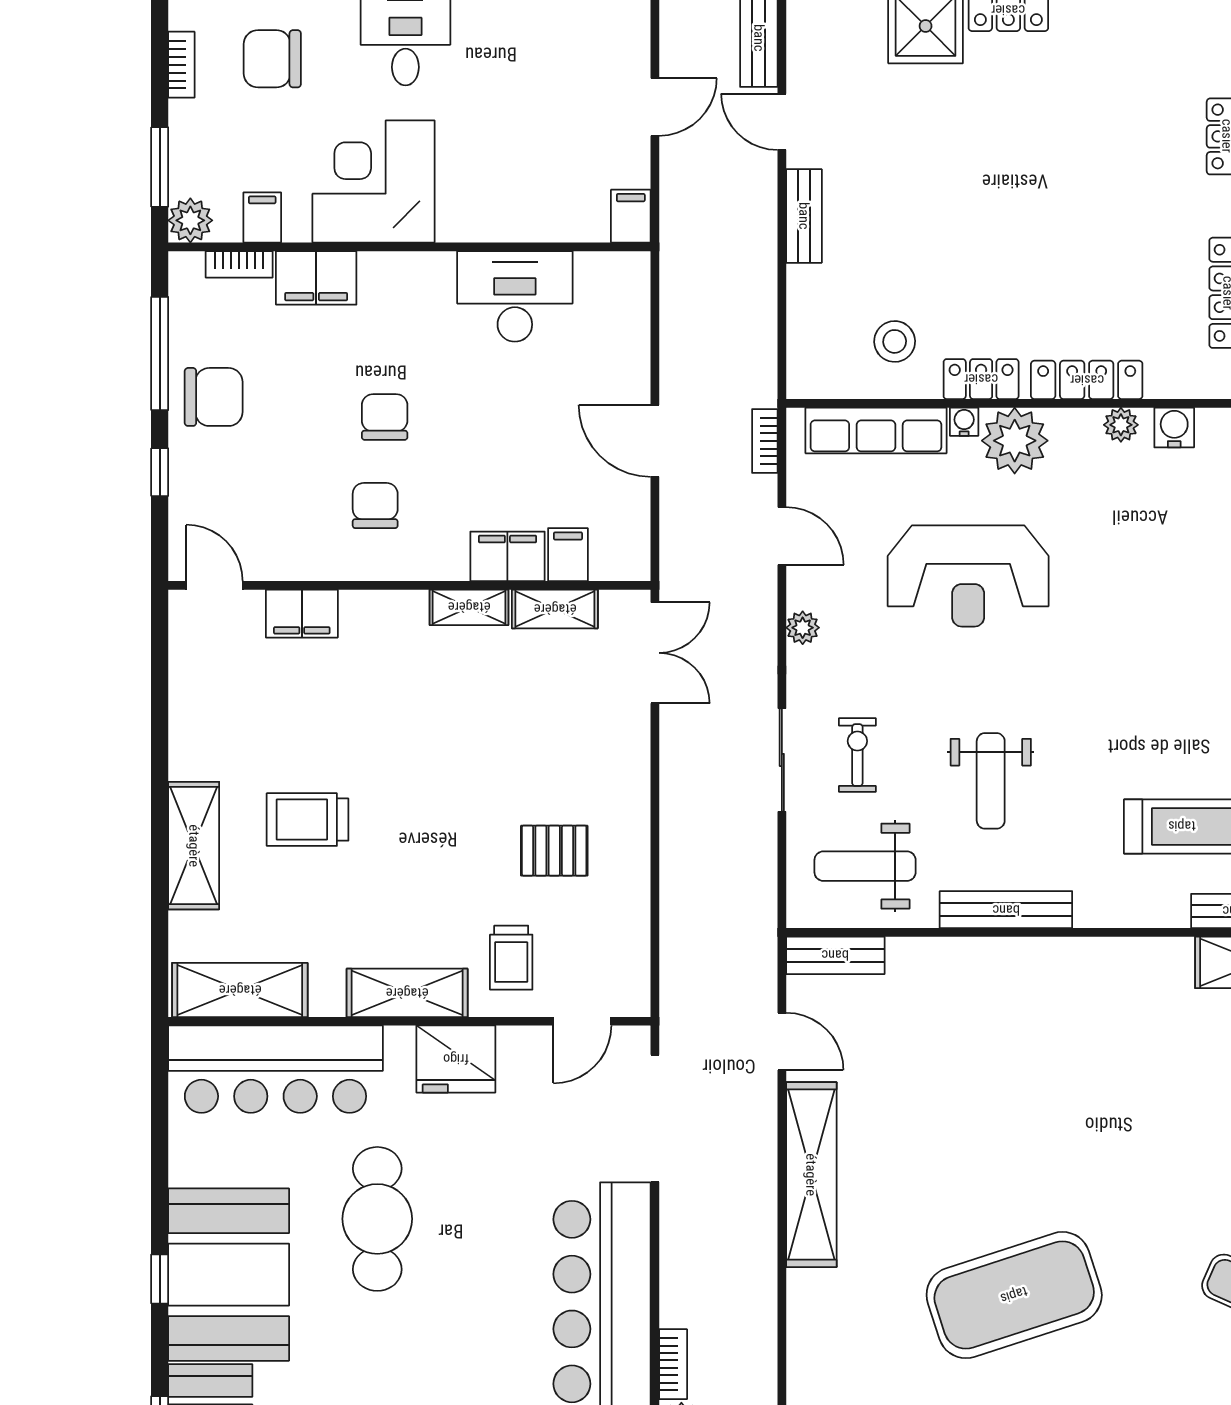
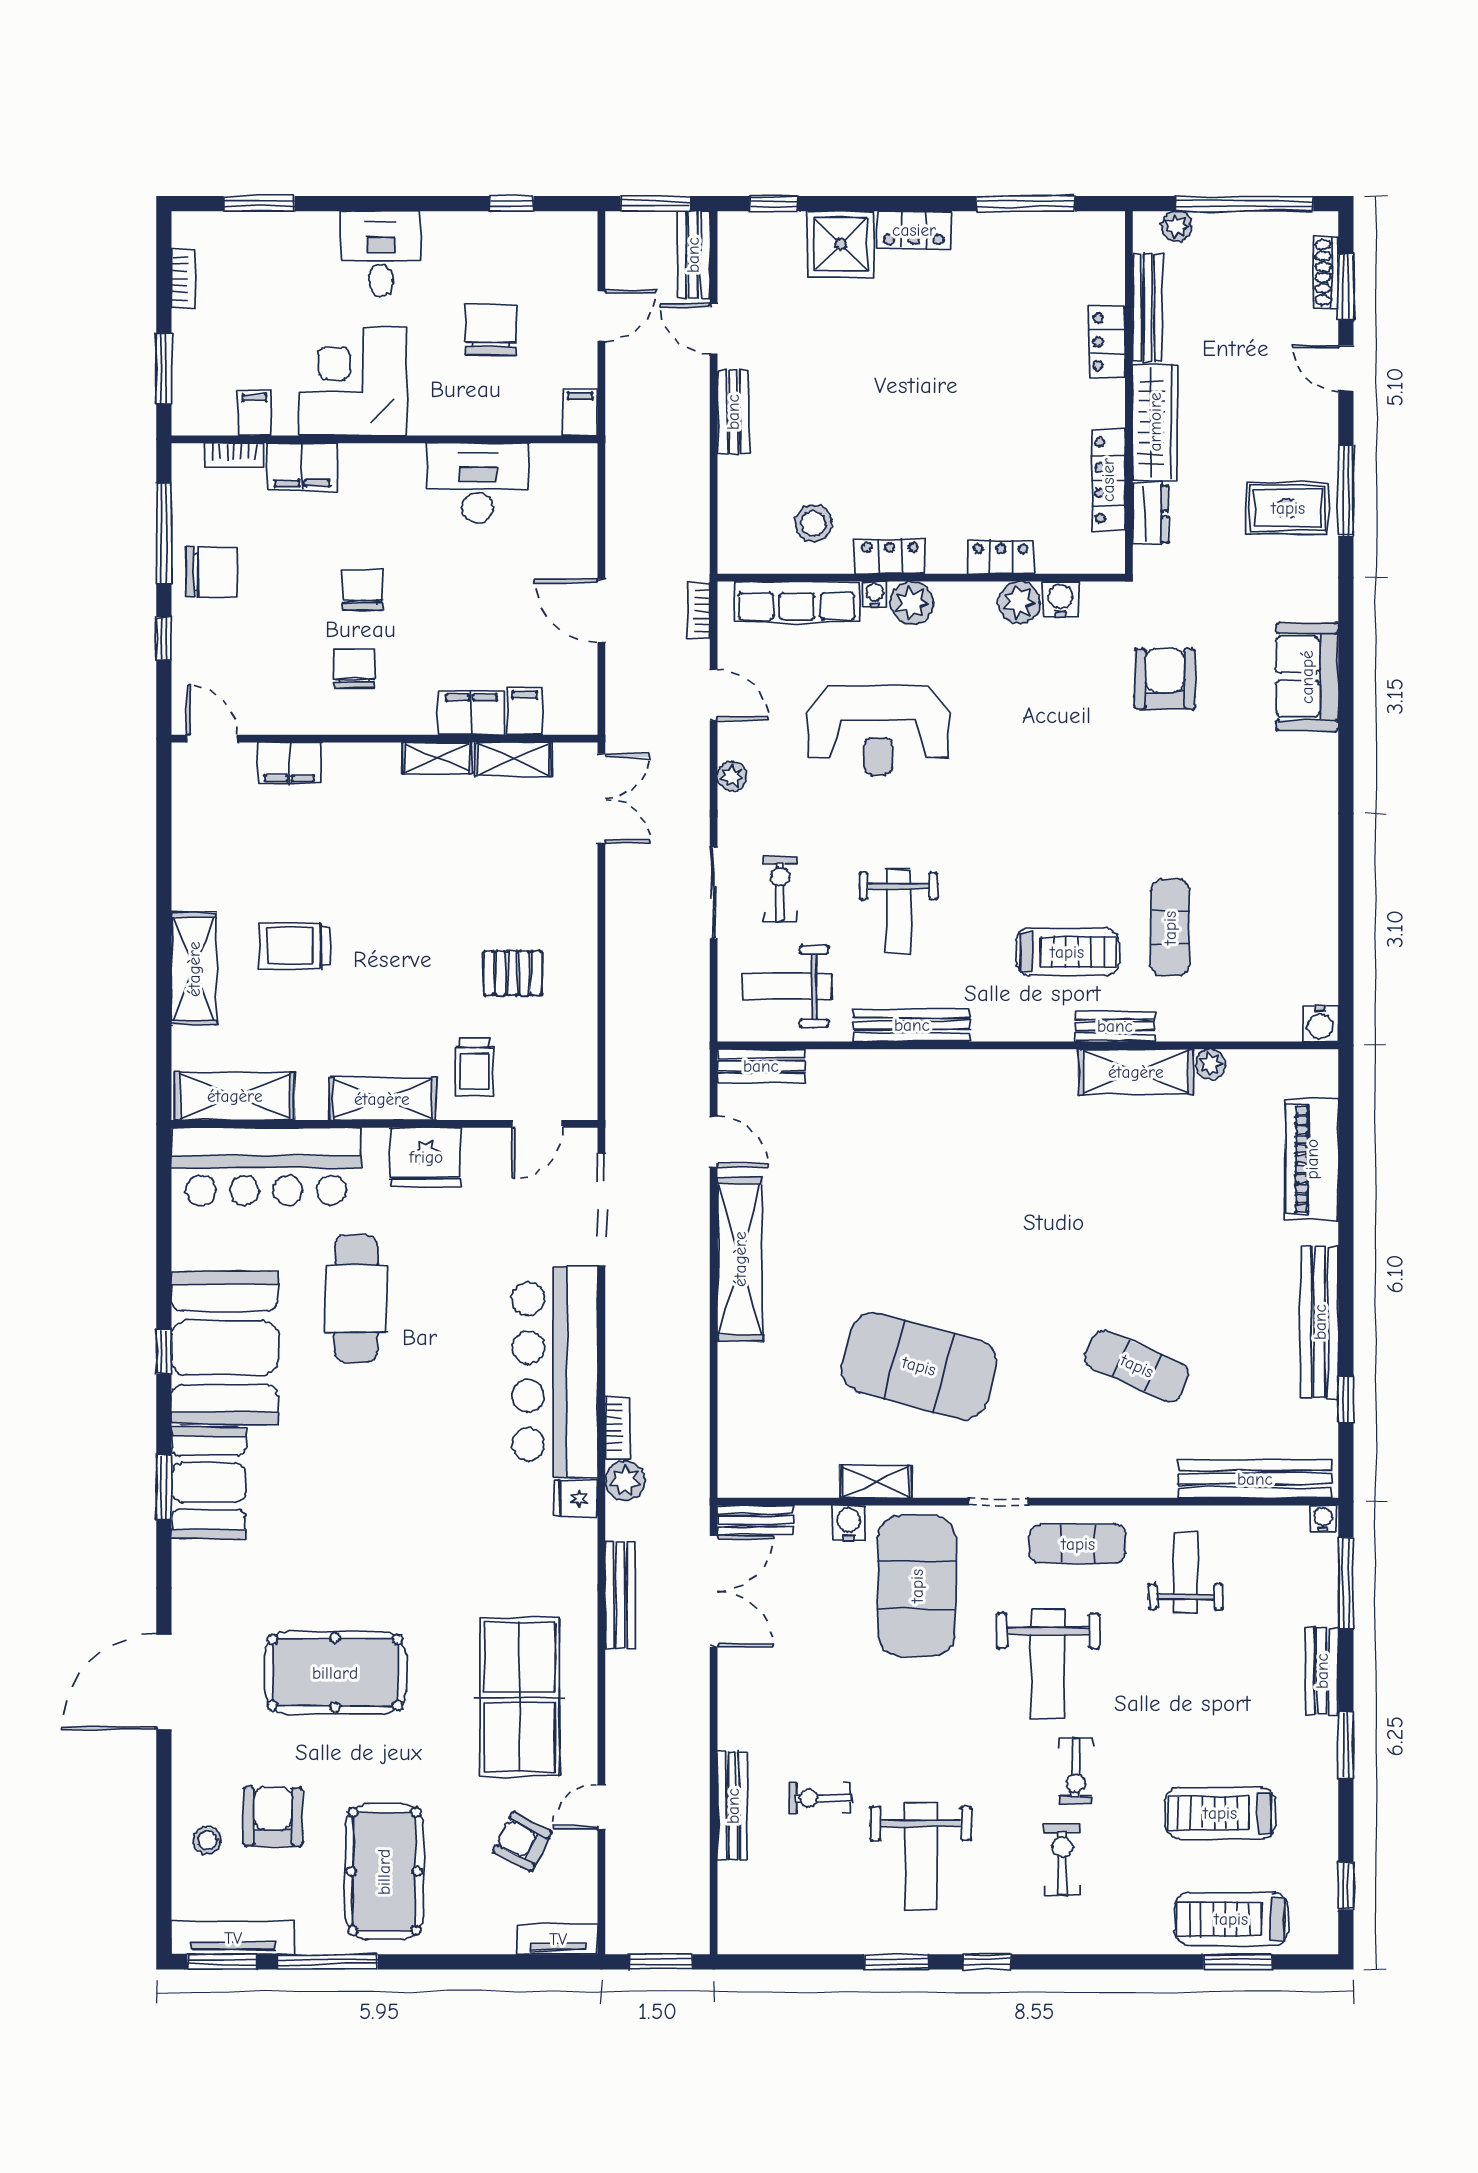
chair: (272, 59) -> (491, 330), moved, turned 90
plant: (190, 220) -> (191, 416), removed
locker: (1087, 380) -> (1001, 557), width x0.66
plant: (1121, 425) -> (1019, 602), width x1.38, depth x1.38
plant: (1015, 441) -> (912, 603), width x0.73, depth x0.73
exercise mat: (1014, 1295) -> (919, 1366), turned 33

